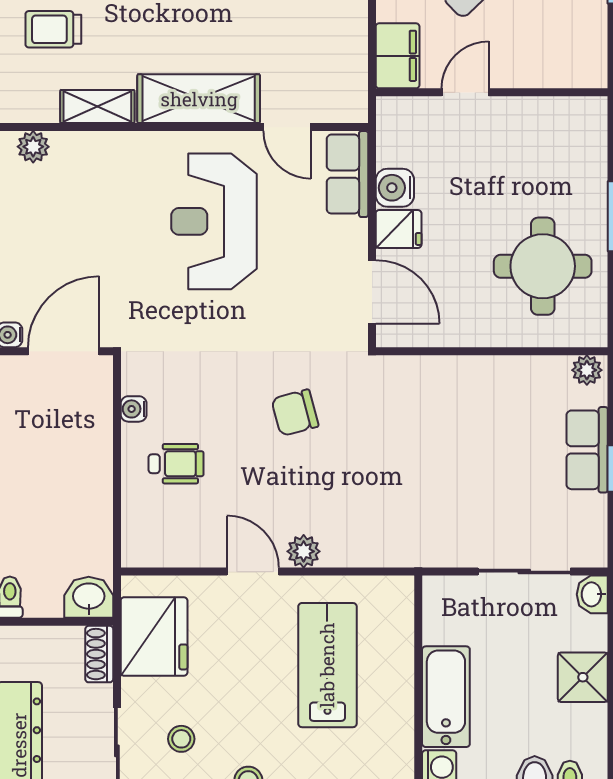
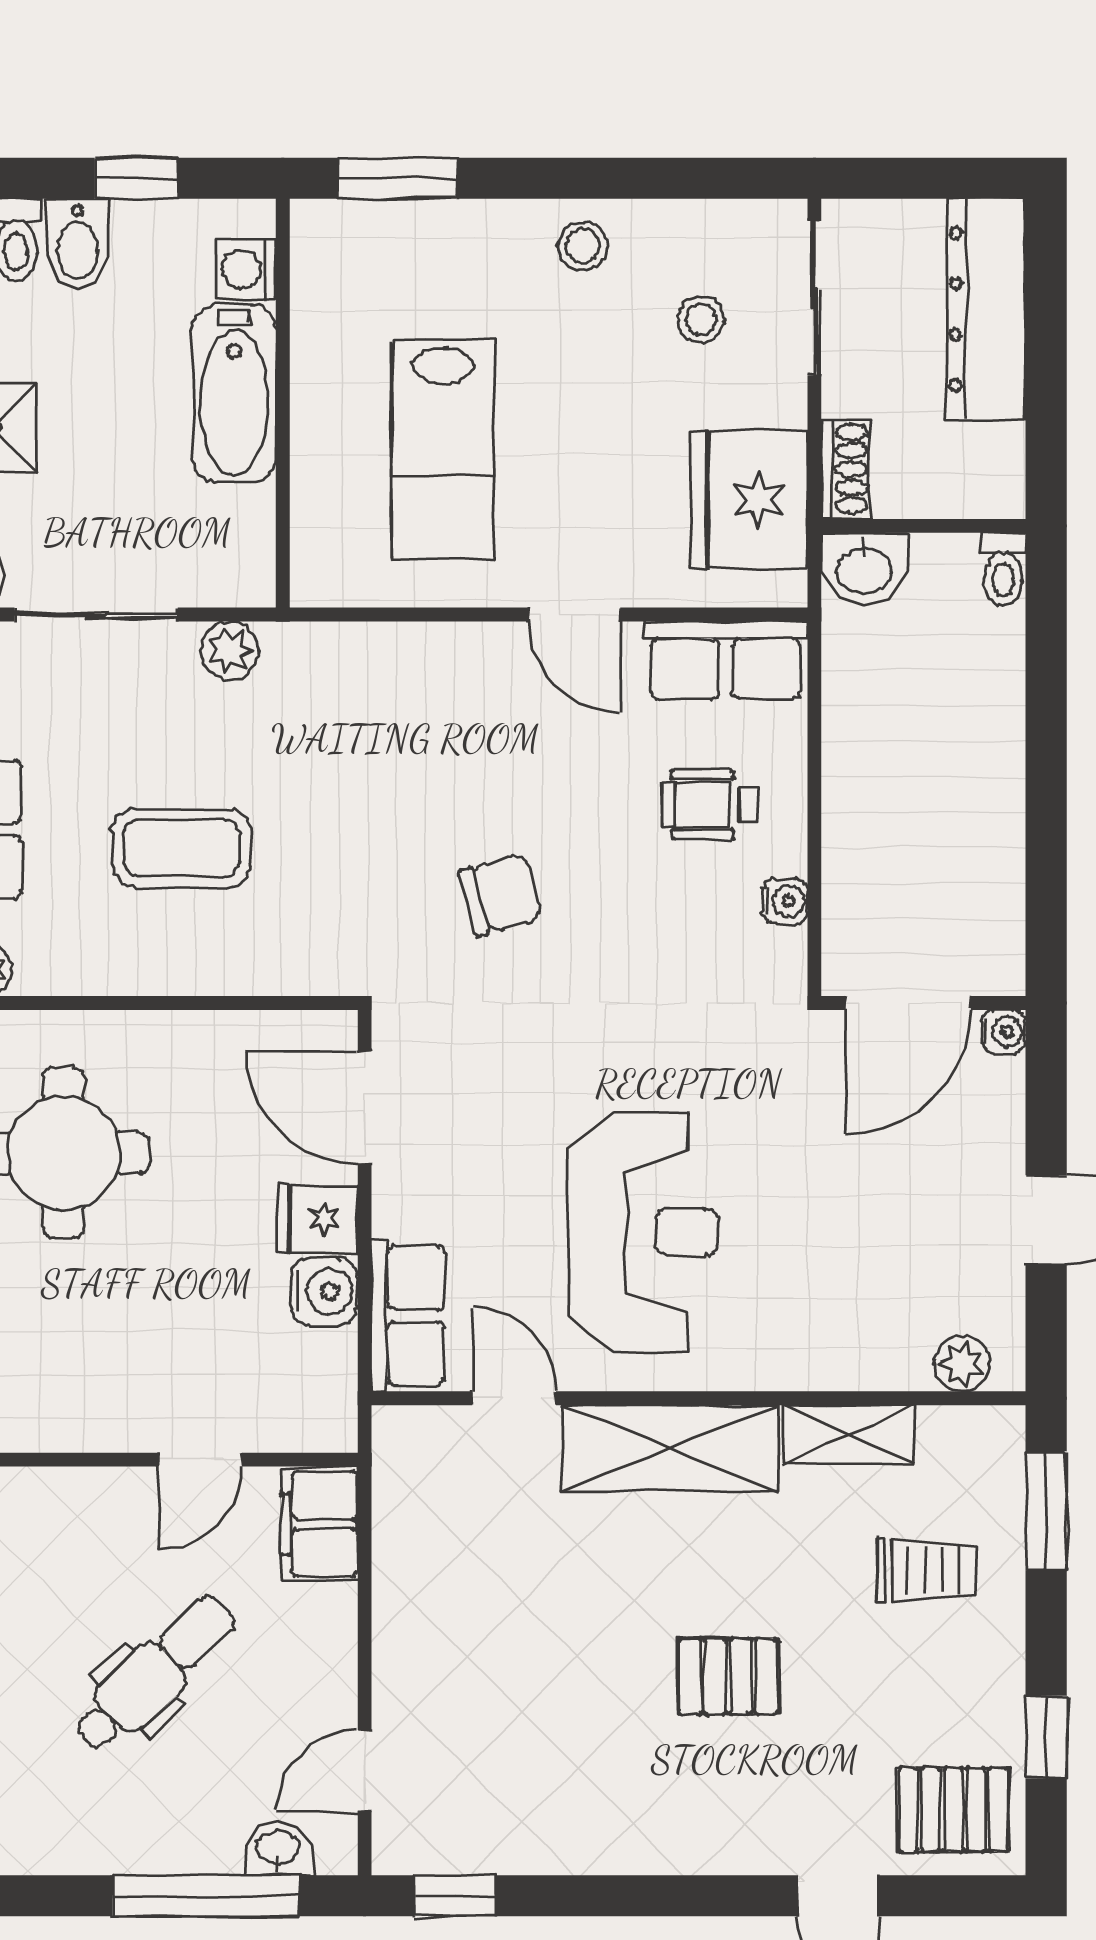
coffee table: (476, 439) -> (181, 848), added
row of seats: (167, 545) -> (726, 660), added
plant: (304, 551) -> (229, 650), moved

